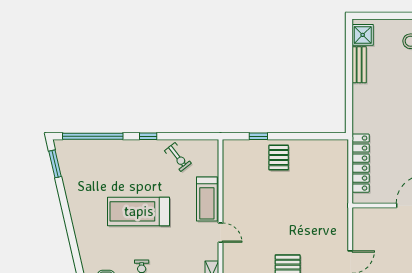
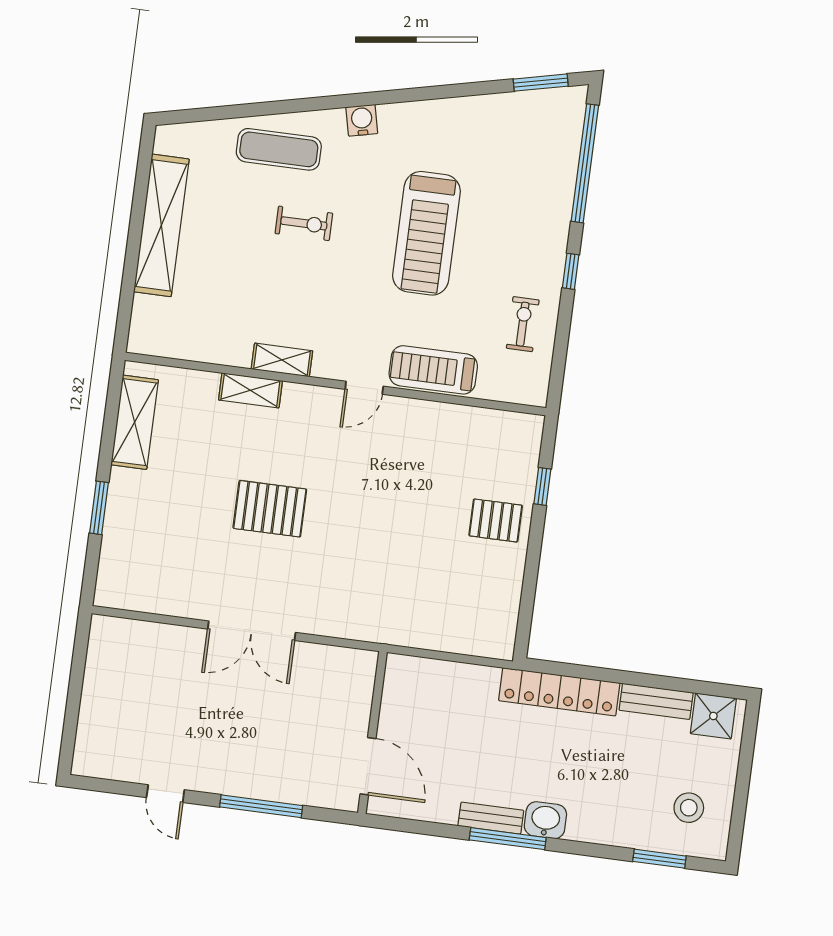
exercise bike: (178, 157) -> (523, 324), turned 128
locker: (361, 163) -> (559, 692), moved
treadmill: (139, 211) -> (426, 233), turned 180
water cooler: (86, 251) -> (362, 120), added

